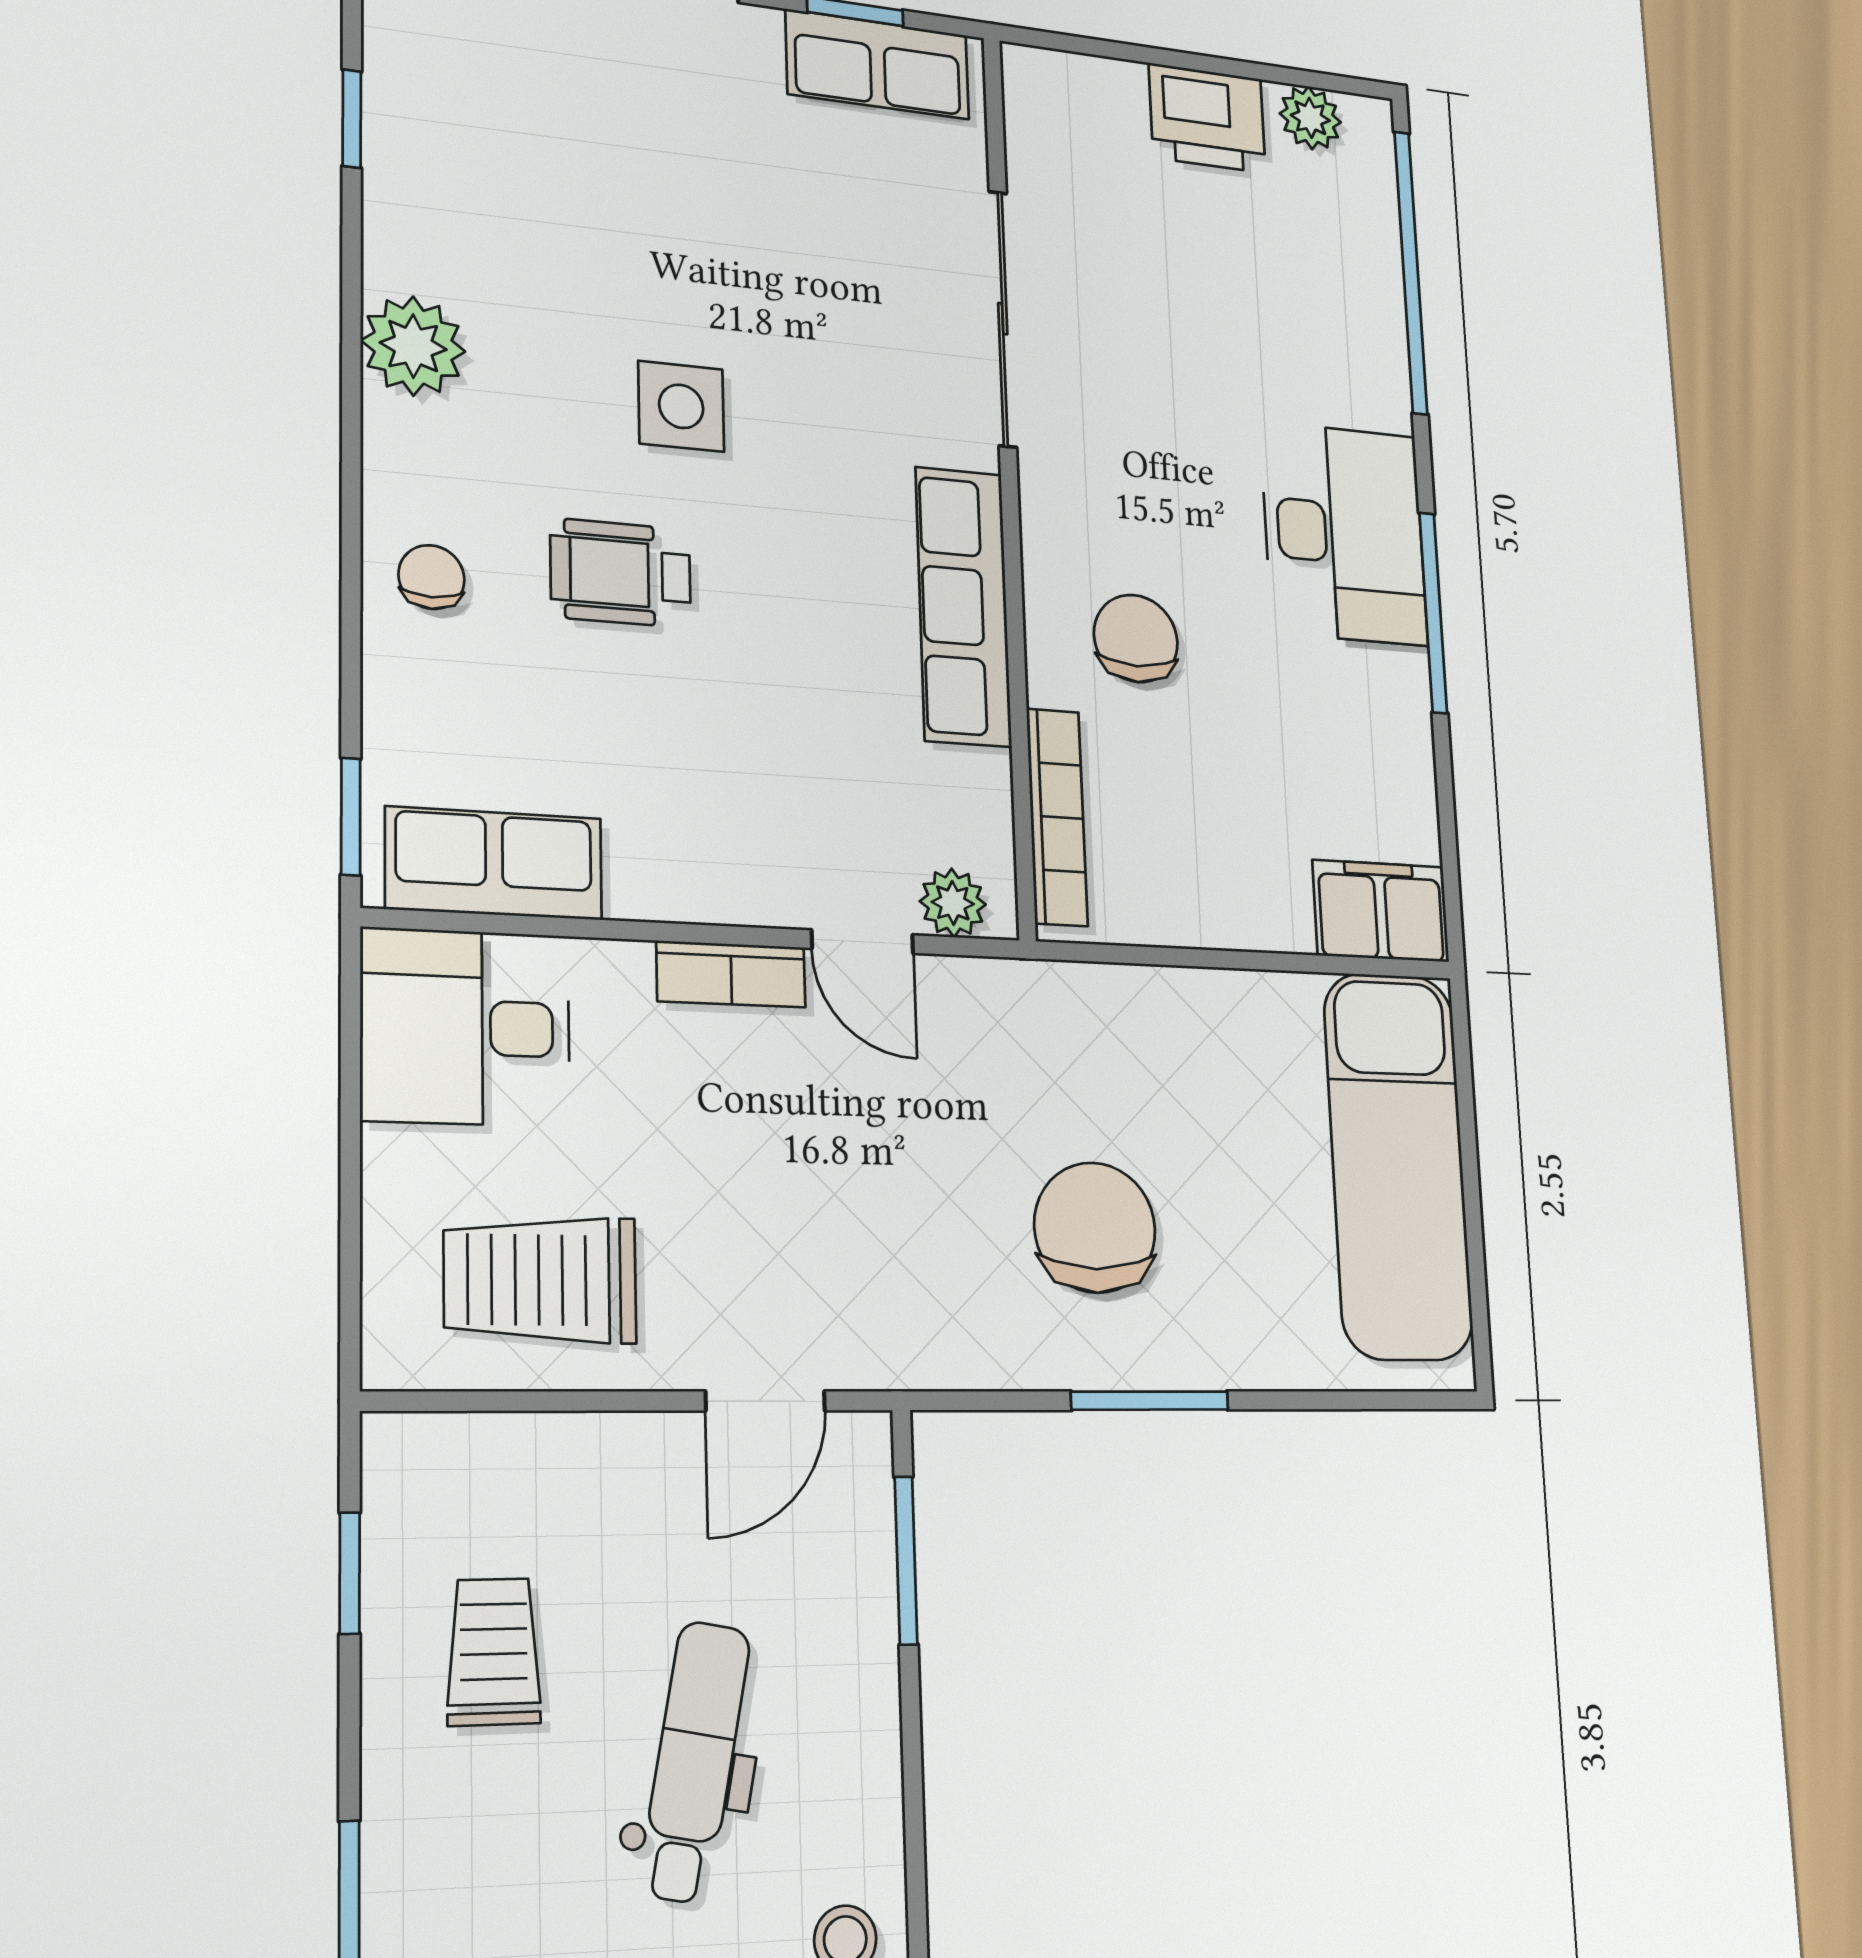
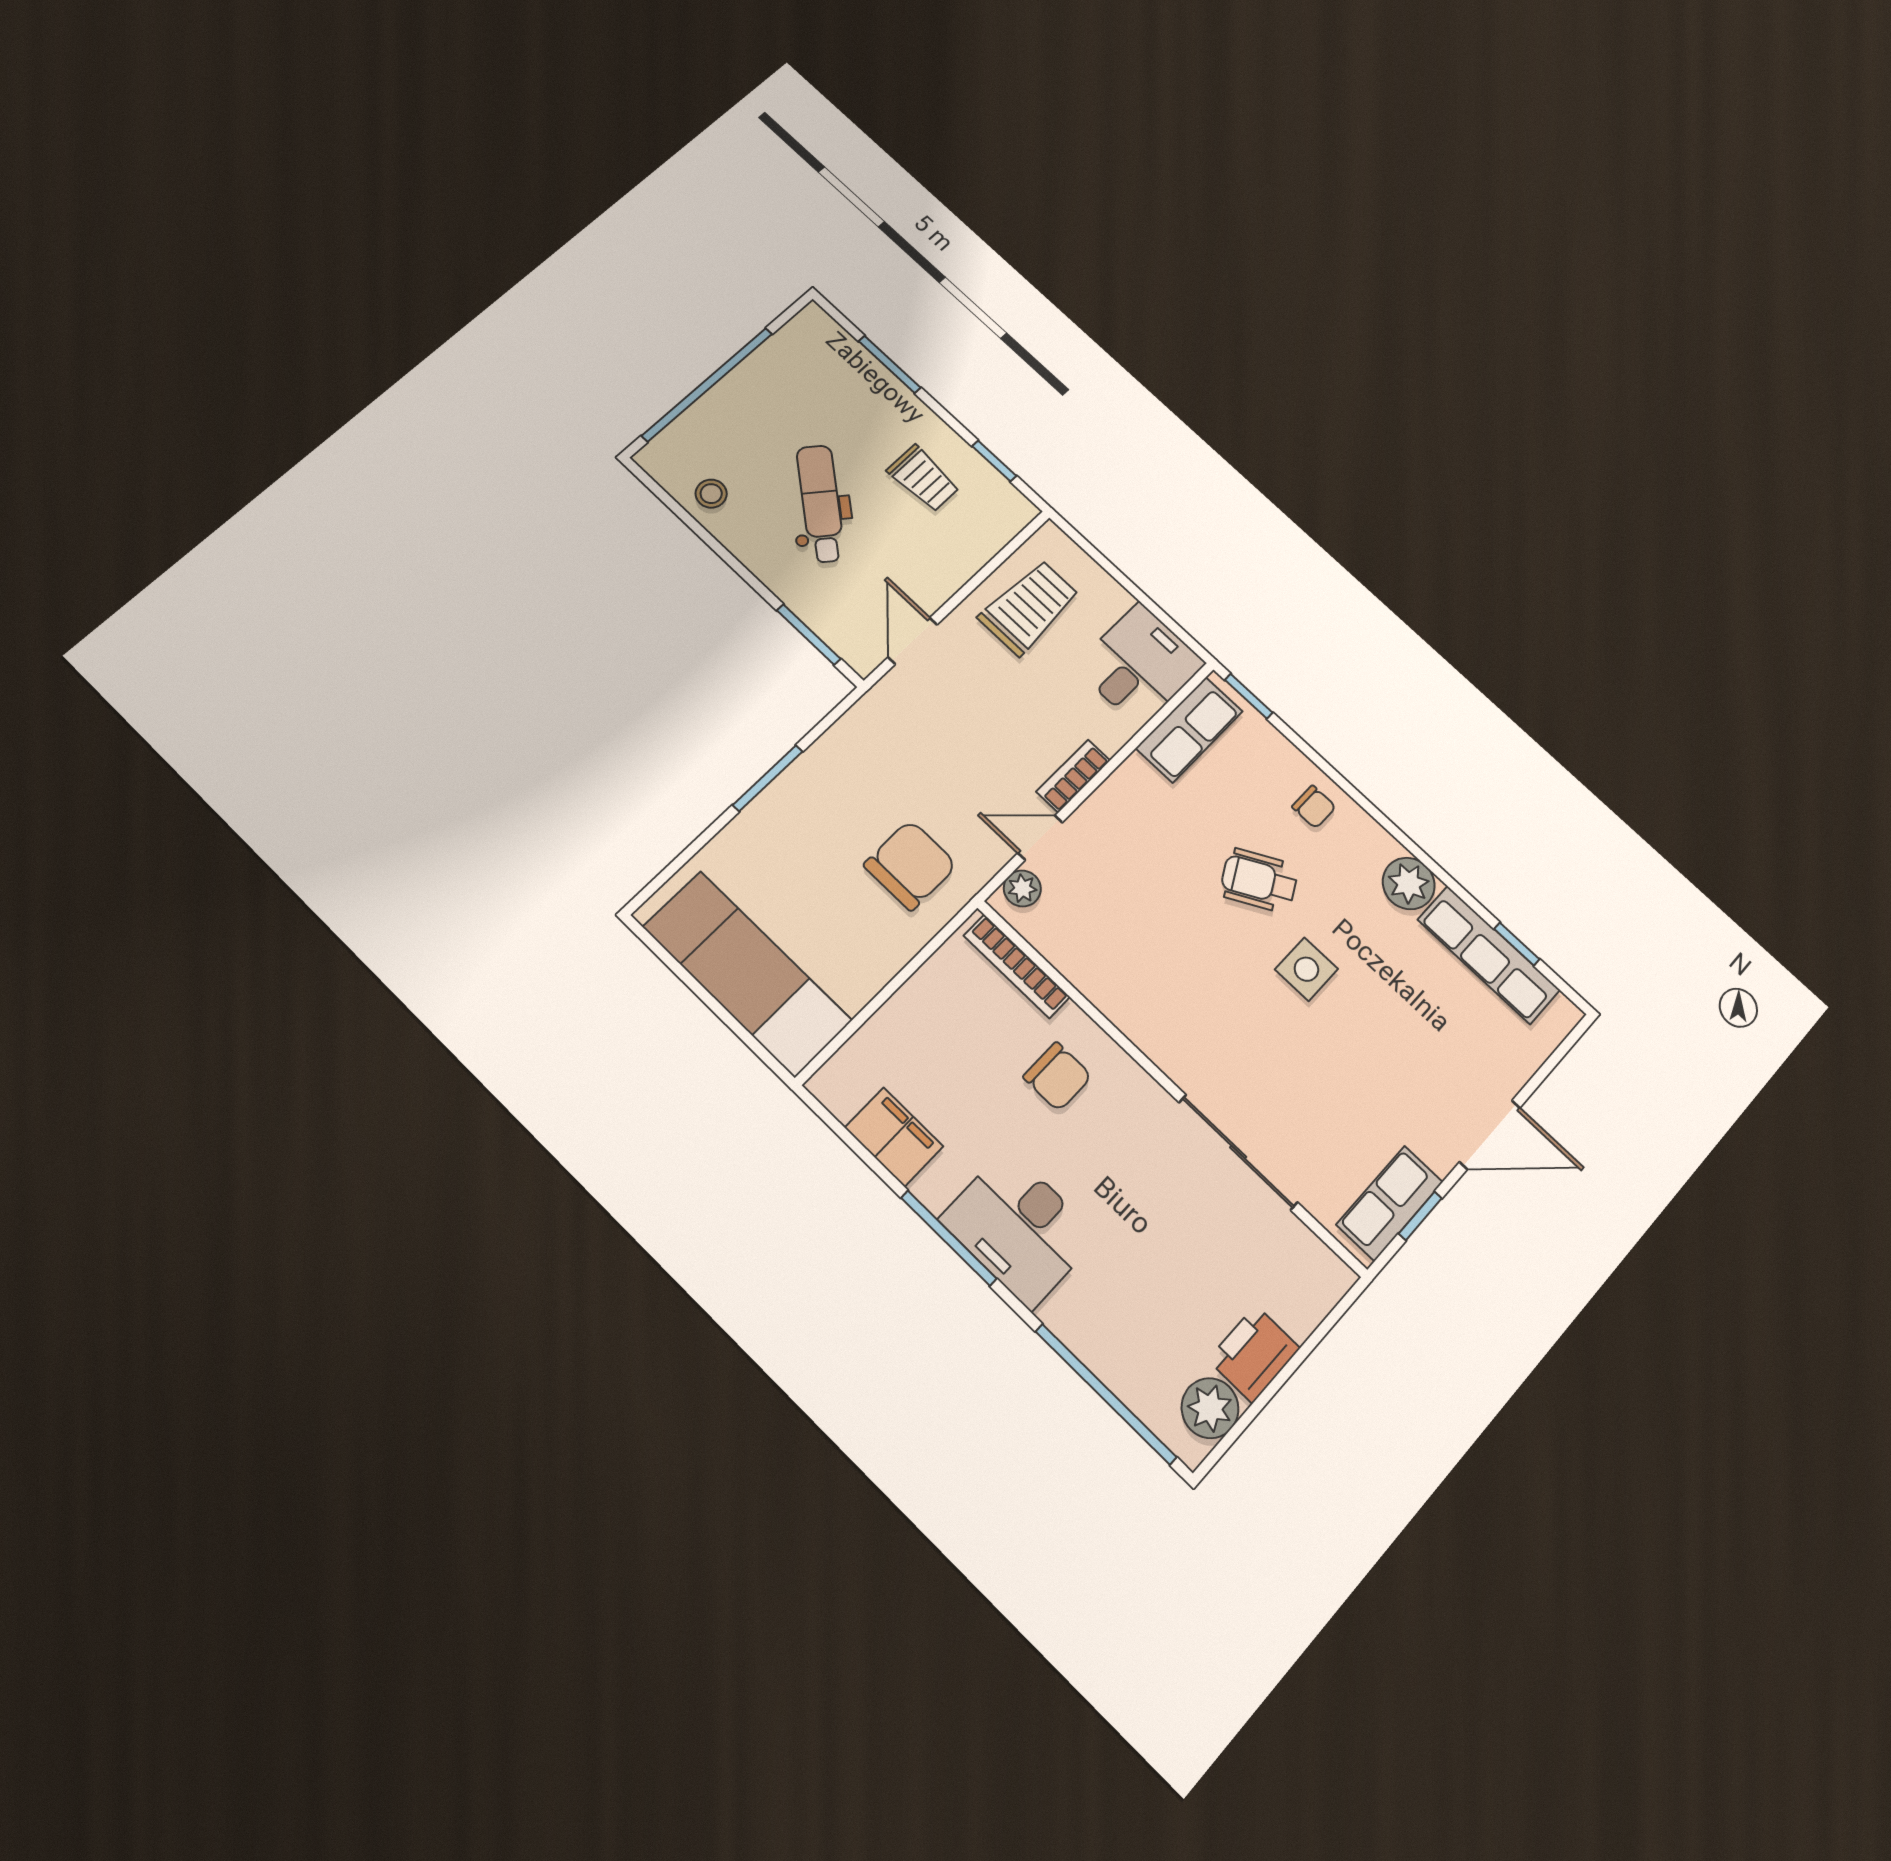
plant: (1310, 118) -> (1210, 1408), width x1.38, depth x1.38
wheelchair: (621, 573) -> (1259, 880), turned -119
row of seats: (963, 607) -> (1489, 955), moved, turned 180
filing cabinet: (1381, 911) -> (894, 1137), moved, turned -90
chair: (1095, 1228) -> (910, 865), moved, turned -90
dental chair: (695, 1761) -> (821, 504), turned -153

